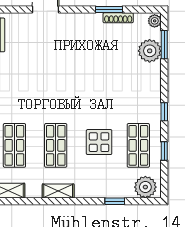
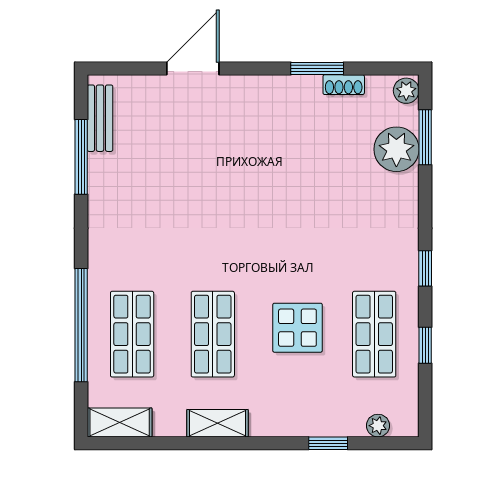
shoe rack: (118, 18) -> (344, 85), width x0.70
plant: (145, 187) -> (378, 426), width x0.53, depth x0.53

